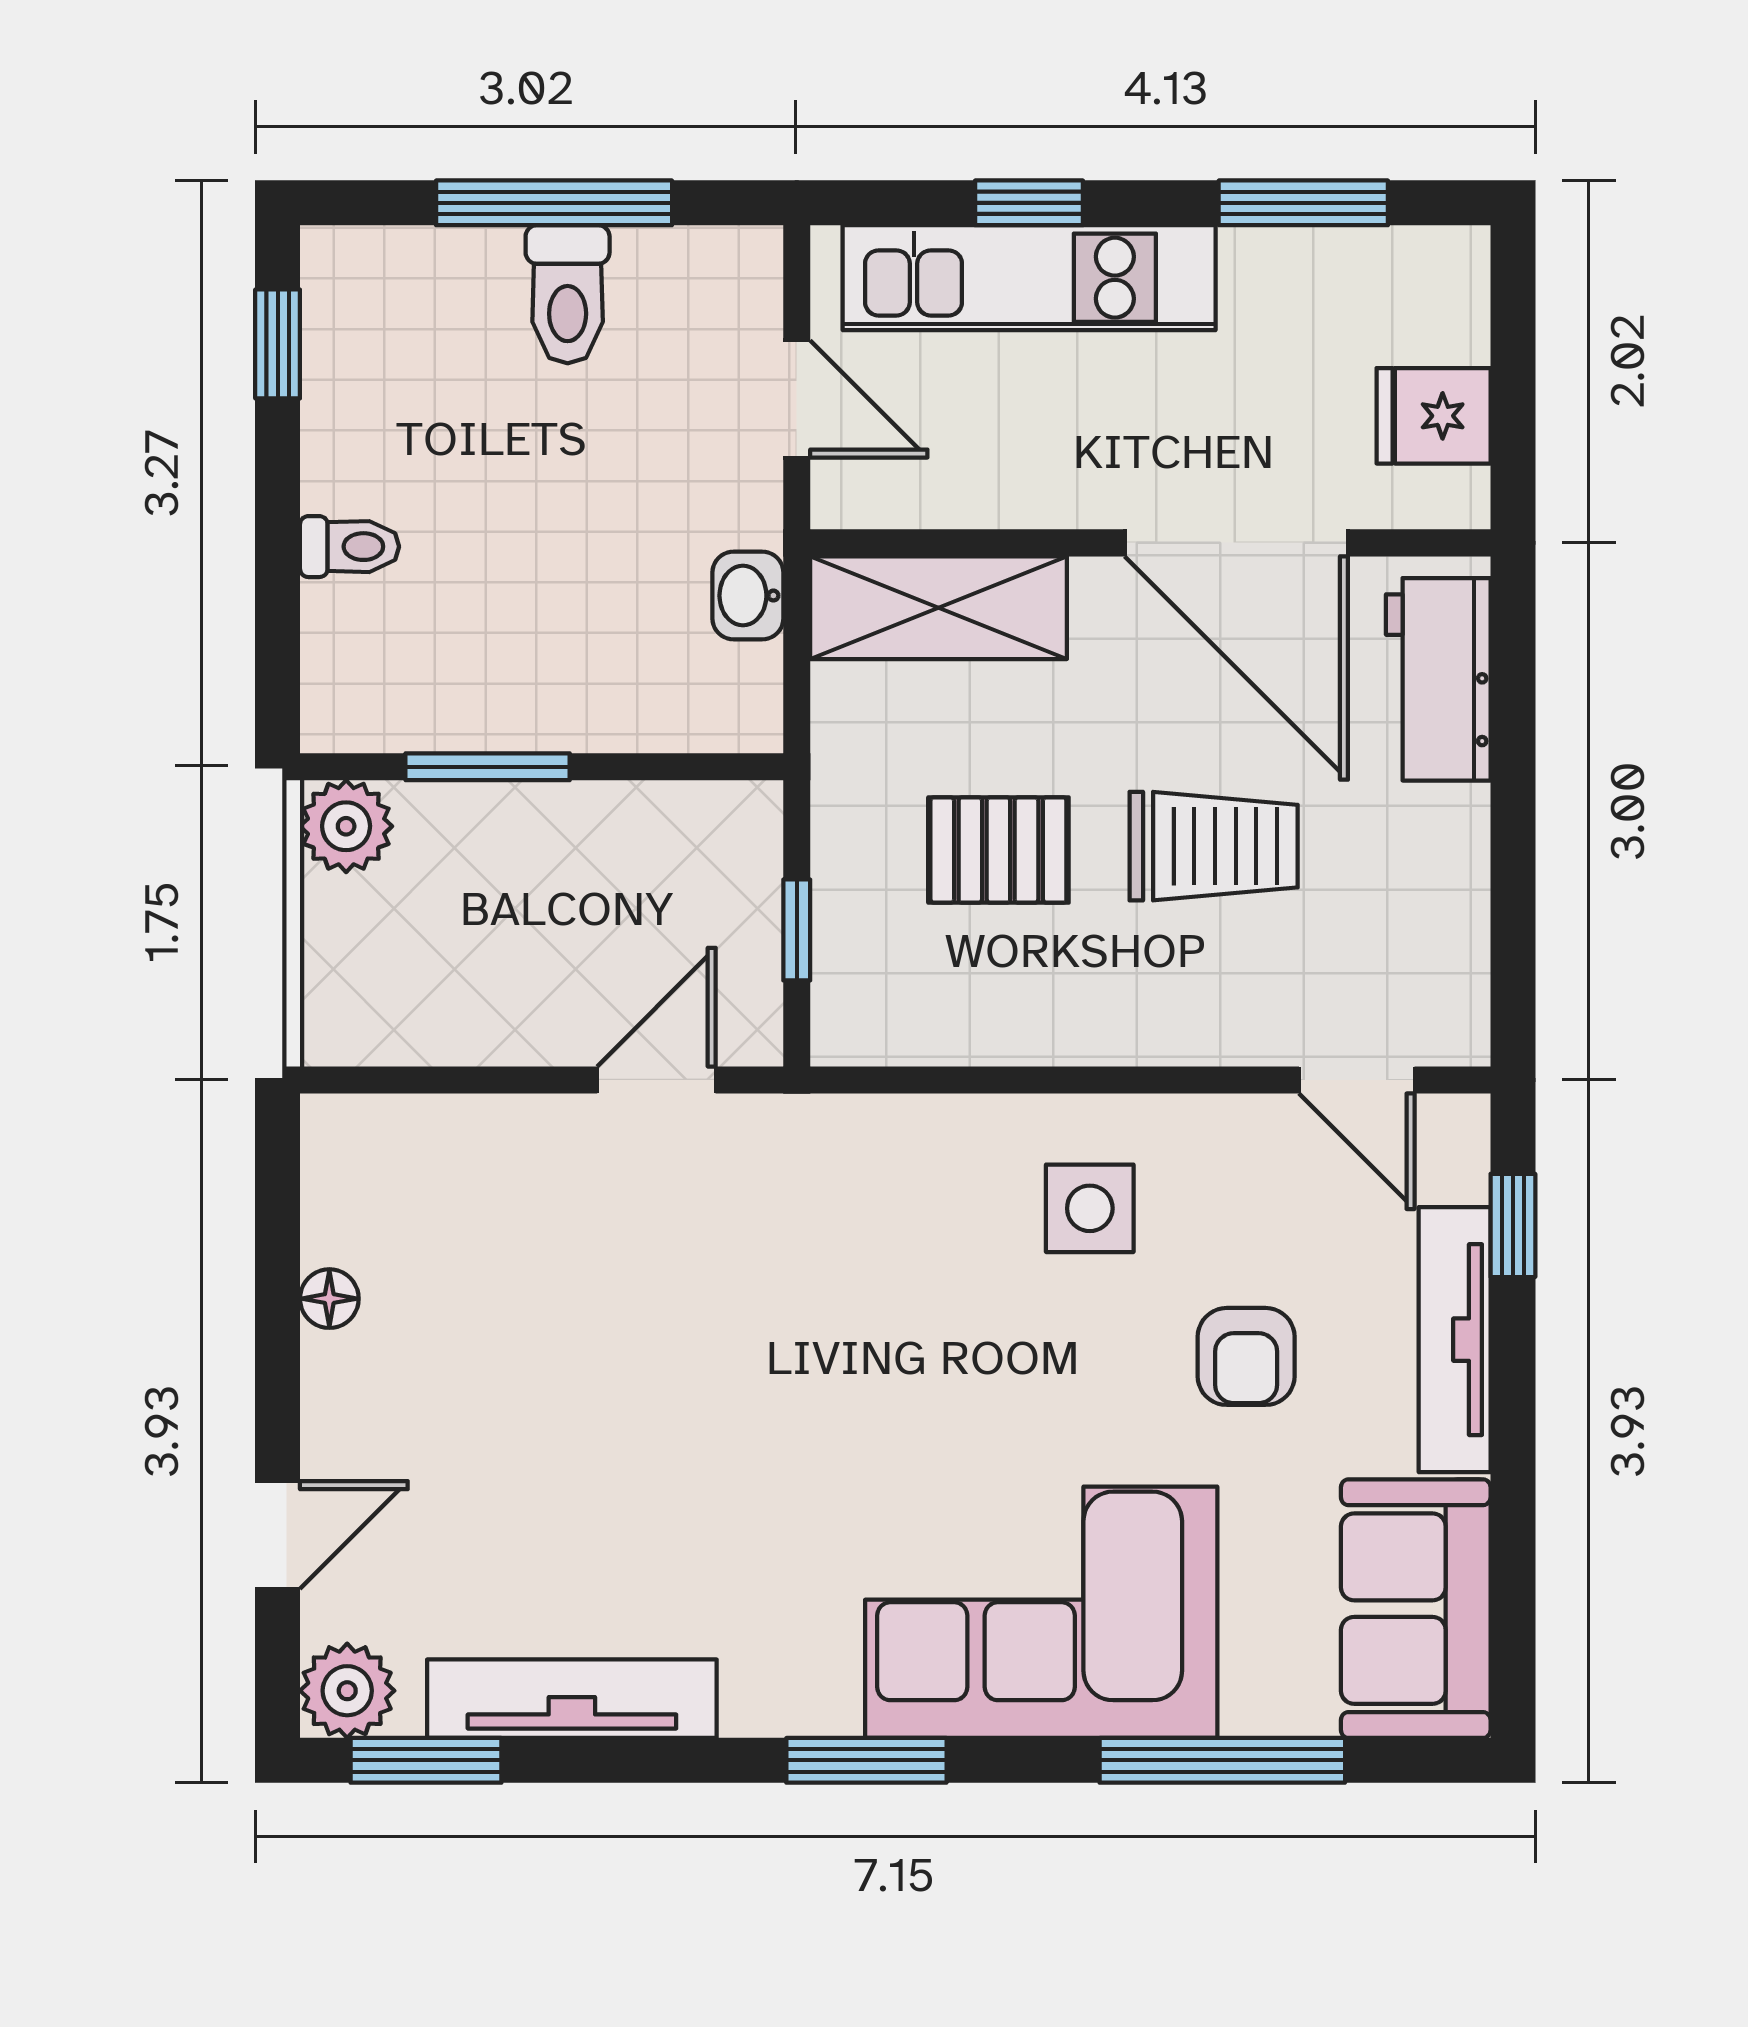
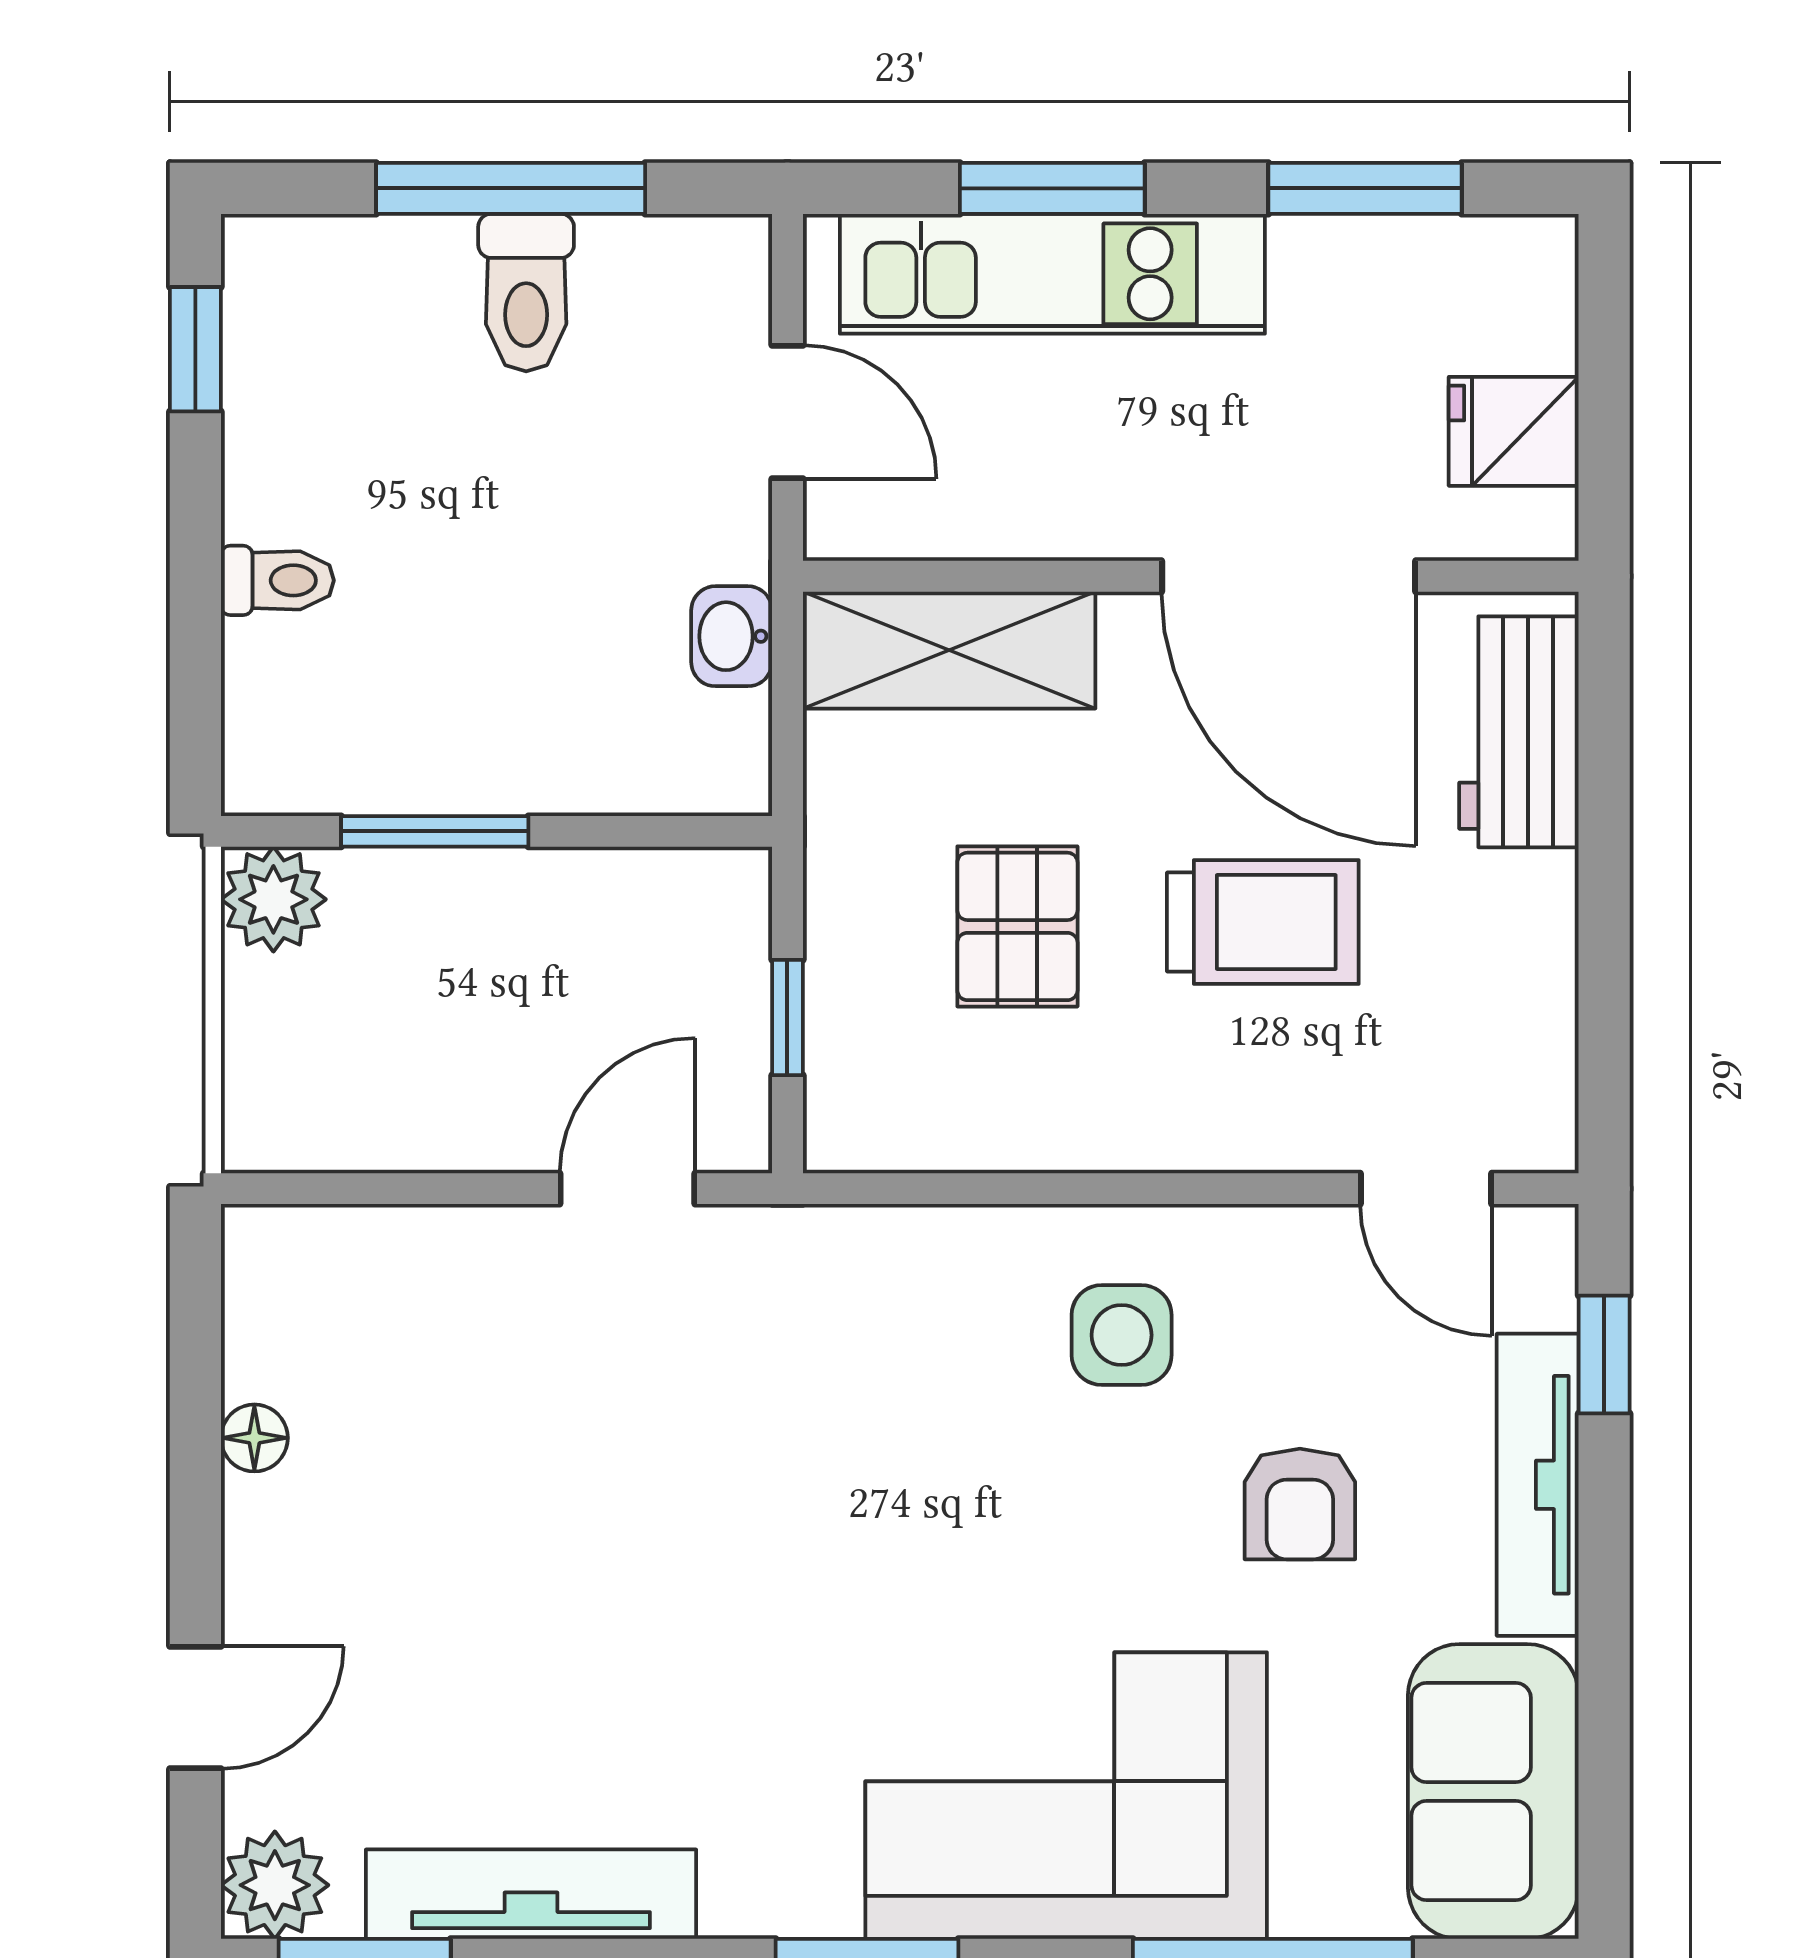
window: (1029, 203) -> (1052, 188), width x1.50
pallet: (998, 850) -> (1017, 926), turned 90

